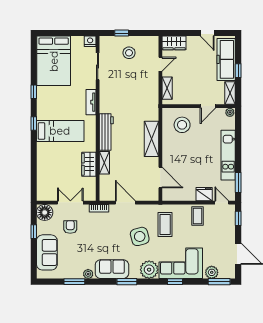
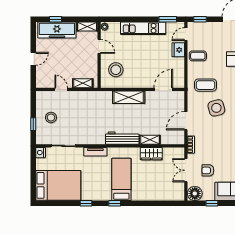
door: (207, 33) -> (33, 59), moved
wardrobe: (174, 43) -> (42, 77), removed
window: (238, 71) -> (56, 19), moved

